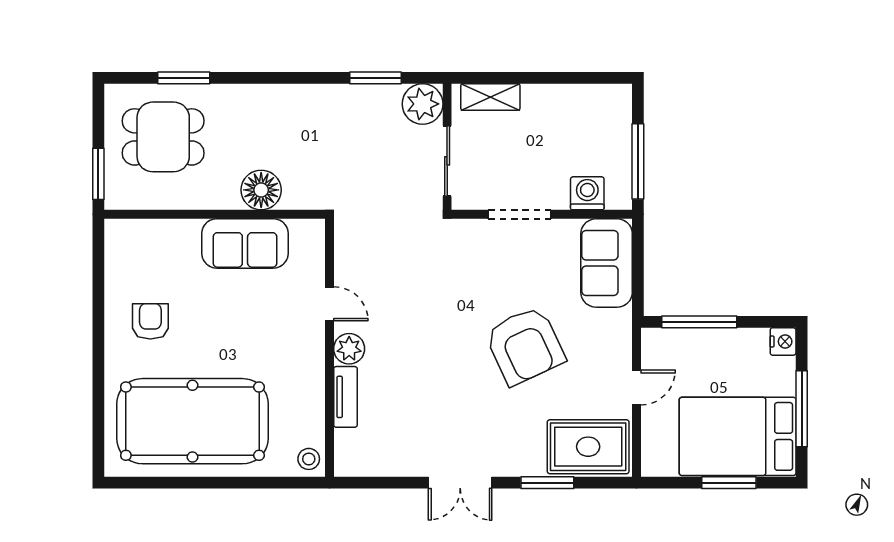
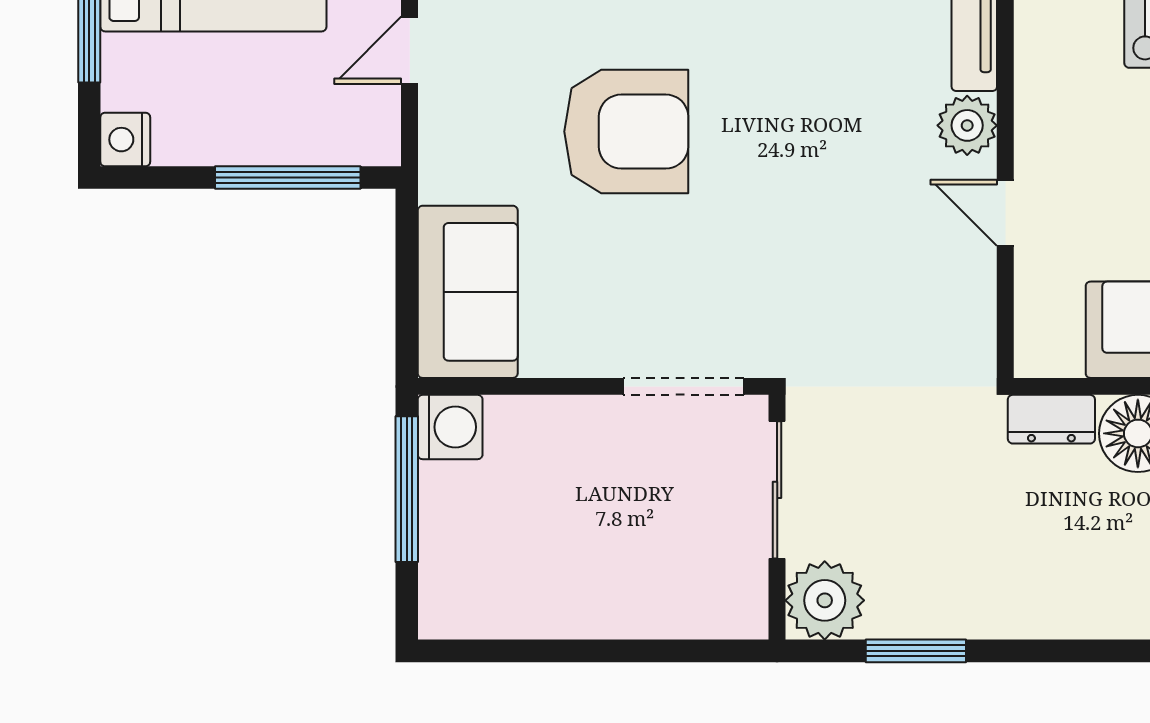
shelving: (490, 97) -> (693, 614), removed
washing machine: (587, 193) -> (450, 427), moved, turned -90
dresser: (306, 197) -> (1051, 419), added
doorway: (520, 214) -> (683, 386), moved
armchair: (525, 346) -> (626, 132), turned 115

